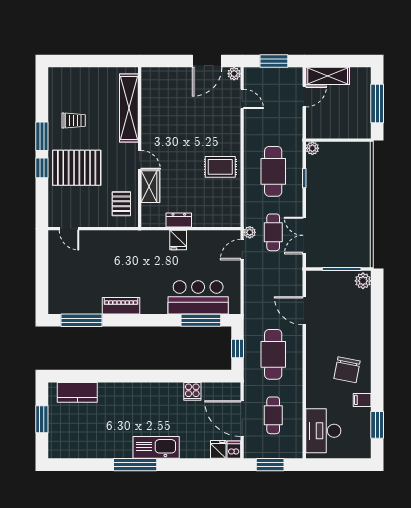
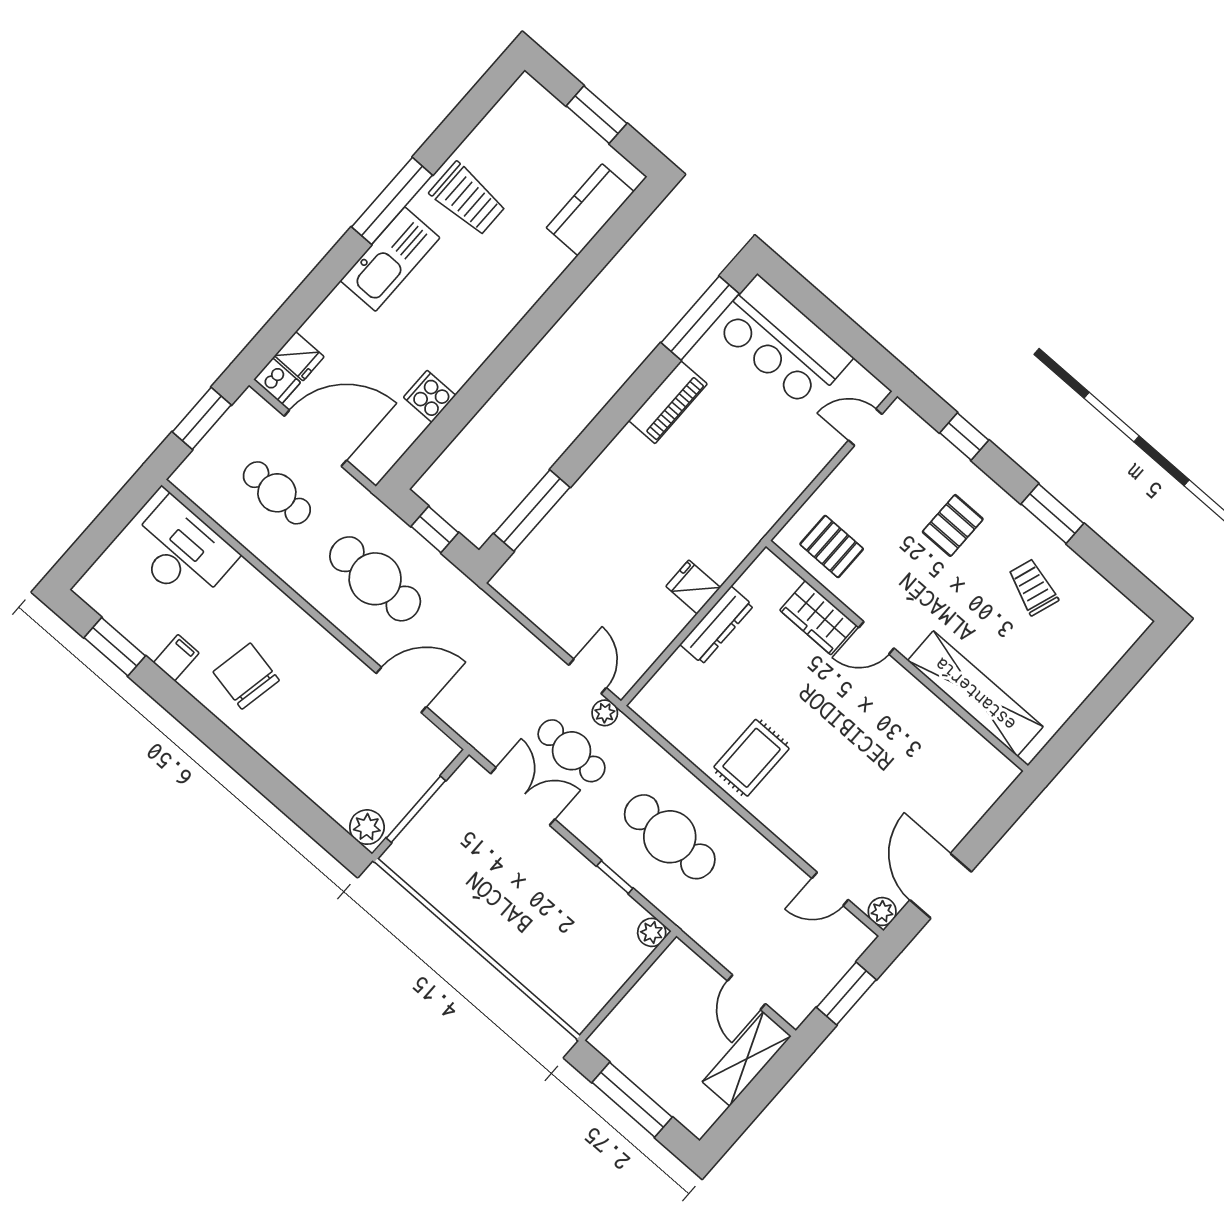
trolley: (74, 121) -> (1033, 587), turned 109
window: (42, 168) -> (964, 437), moved
pallet: (77, 168) -> (953, 525), width x0.49, depth x0.50
dresser: (179, 220) -> (717, 625), width x1.44
bar counter: (198, 297) -> (782, 342), moved, turned 90
trolley: (111, 439) -> (468, 199), added

